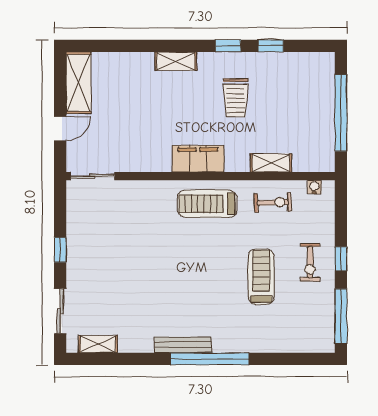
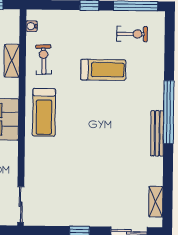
exercise bike: (310, 262) -> (132, 34), moved
treadmill: (261, 277) -> (103, 70), turned 180

